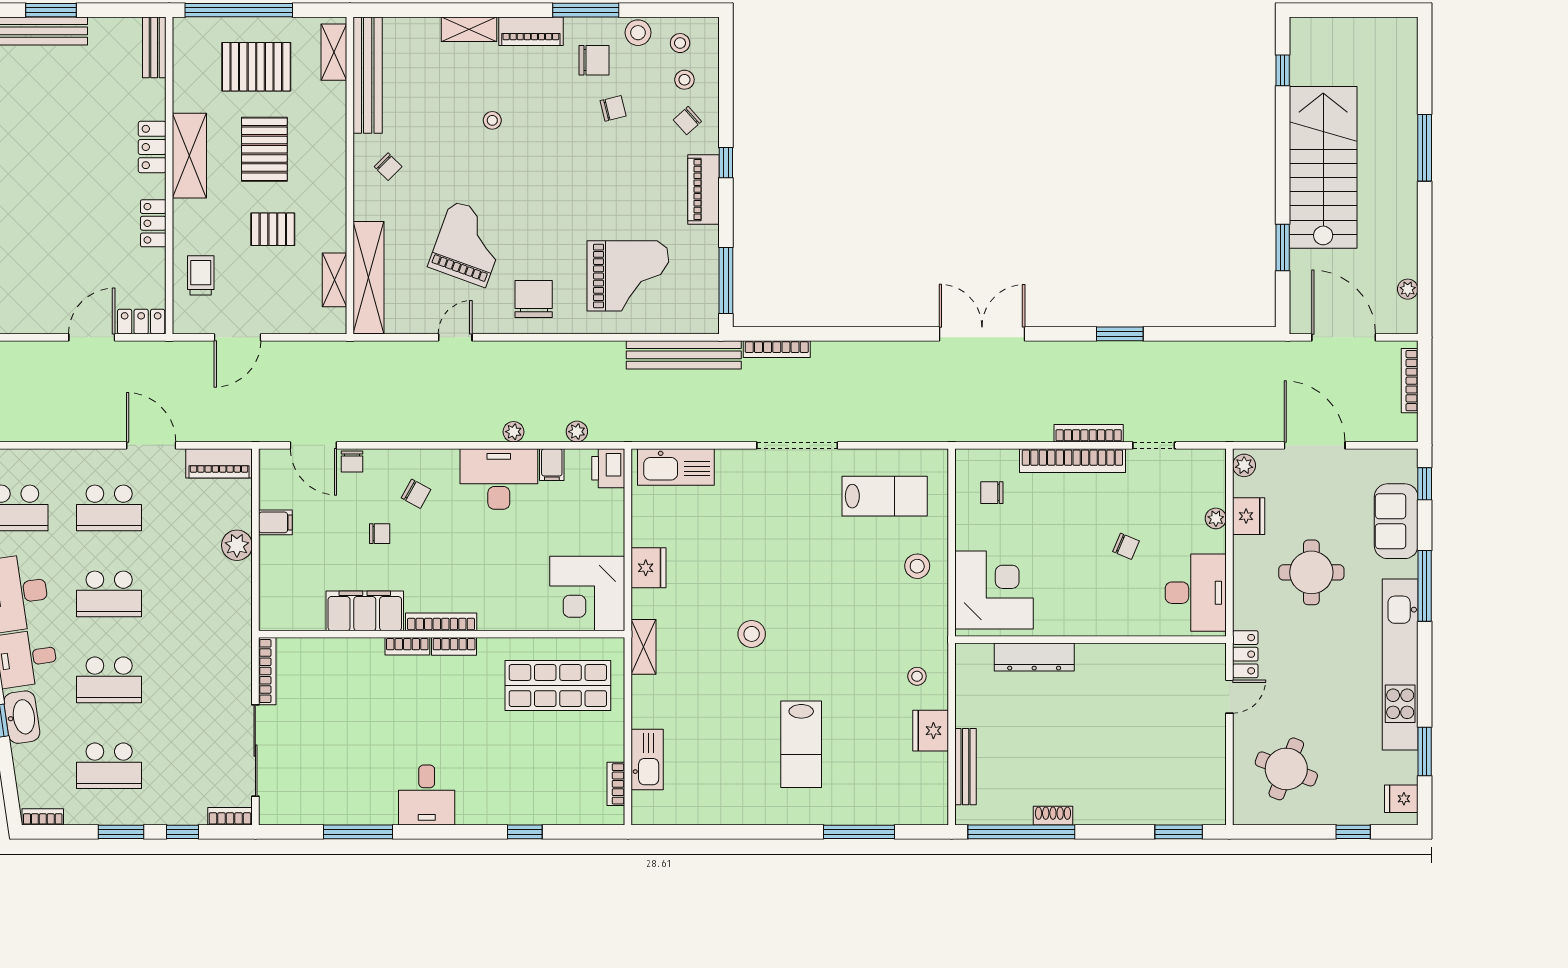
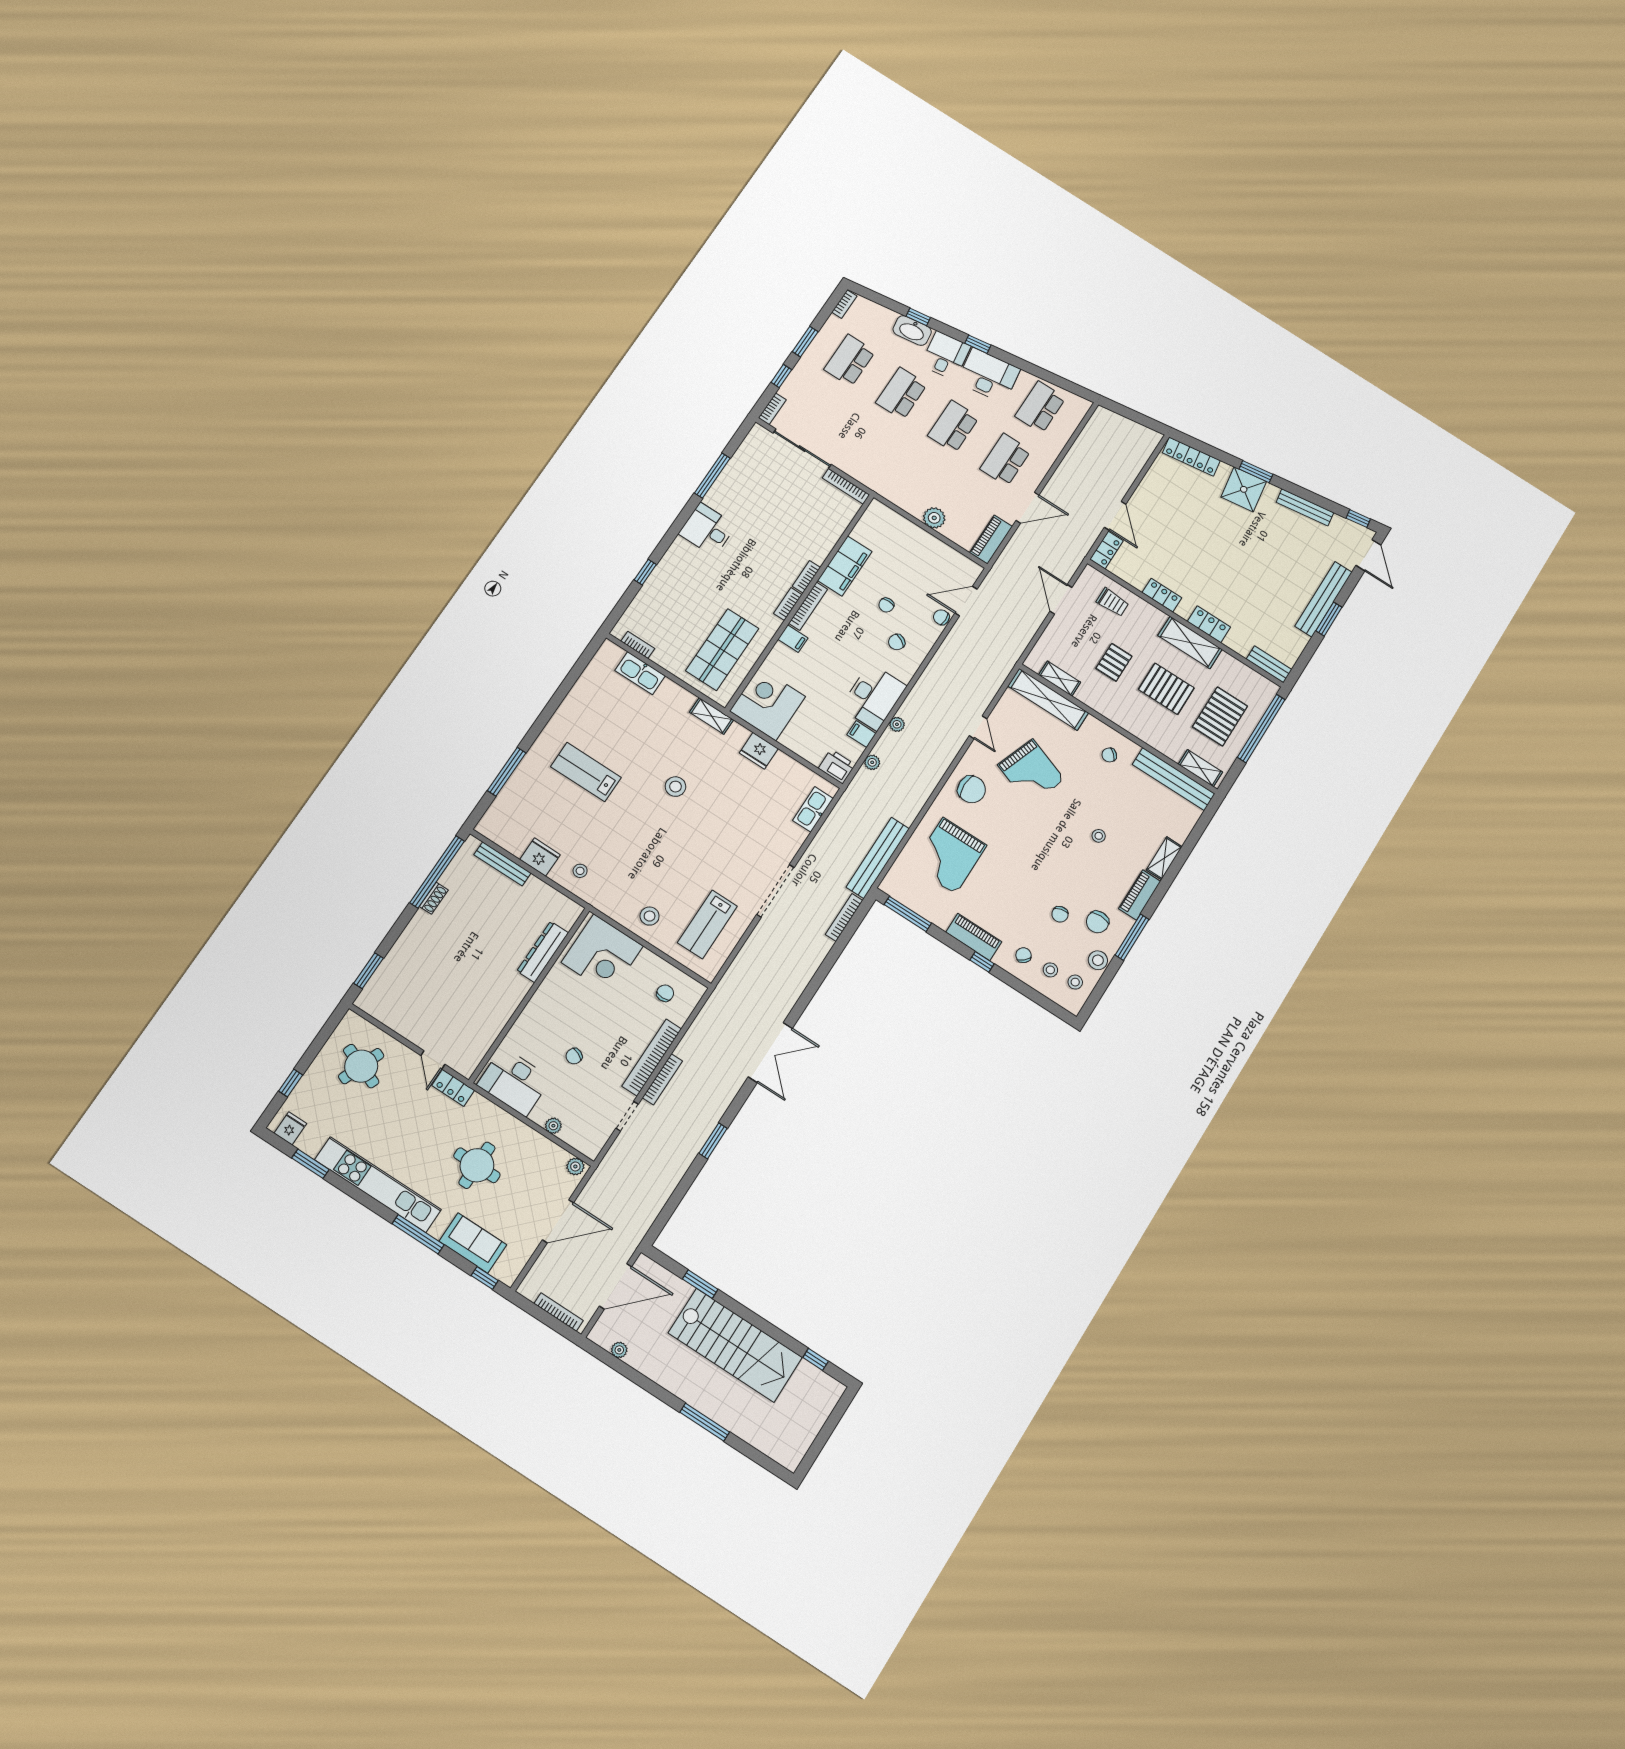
kitchen sink: (676, 467) -> (813, 809), width x0.73, depth x0.81
fridge: (1249, 516) -> (541, 1148), removed
filing cabinet: (275, 522) -> (793, 639), moved, turned -90

